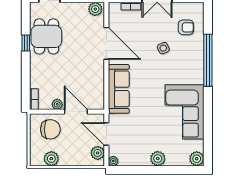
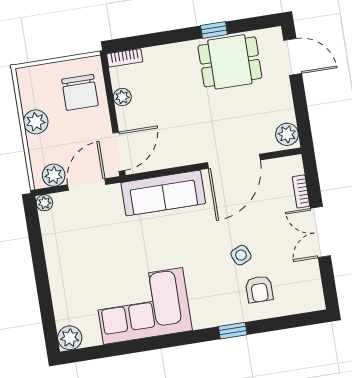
armchair: (186, 27) -> (259, 289), moved
window: (208, 60) -> (233, 331), width x0.32
door: (76, 112) -> (119, 152), moved
plant: (51, 159) -> (36, 122), moved
plant: (158, 159) -> (60, 274), removed

